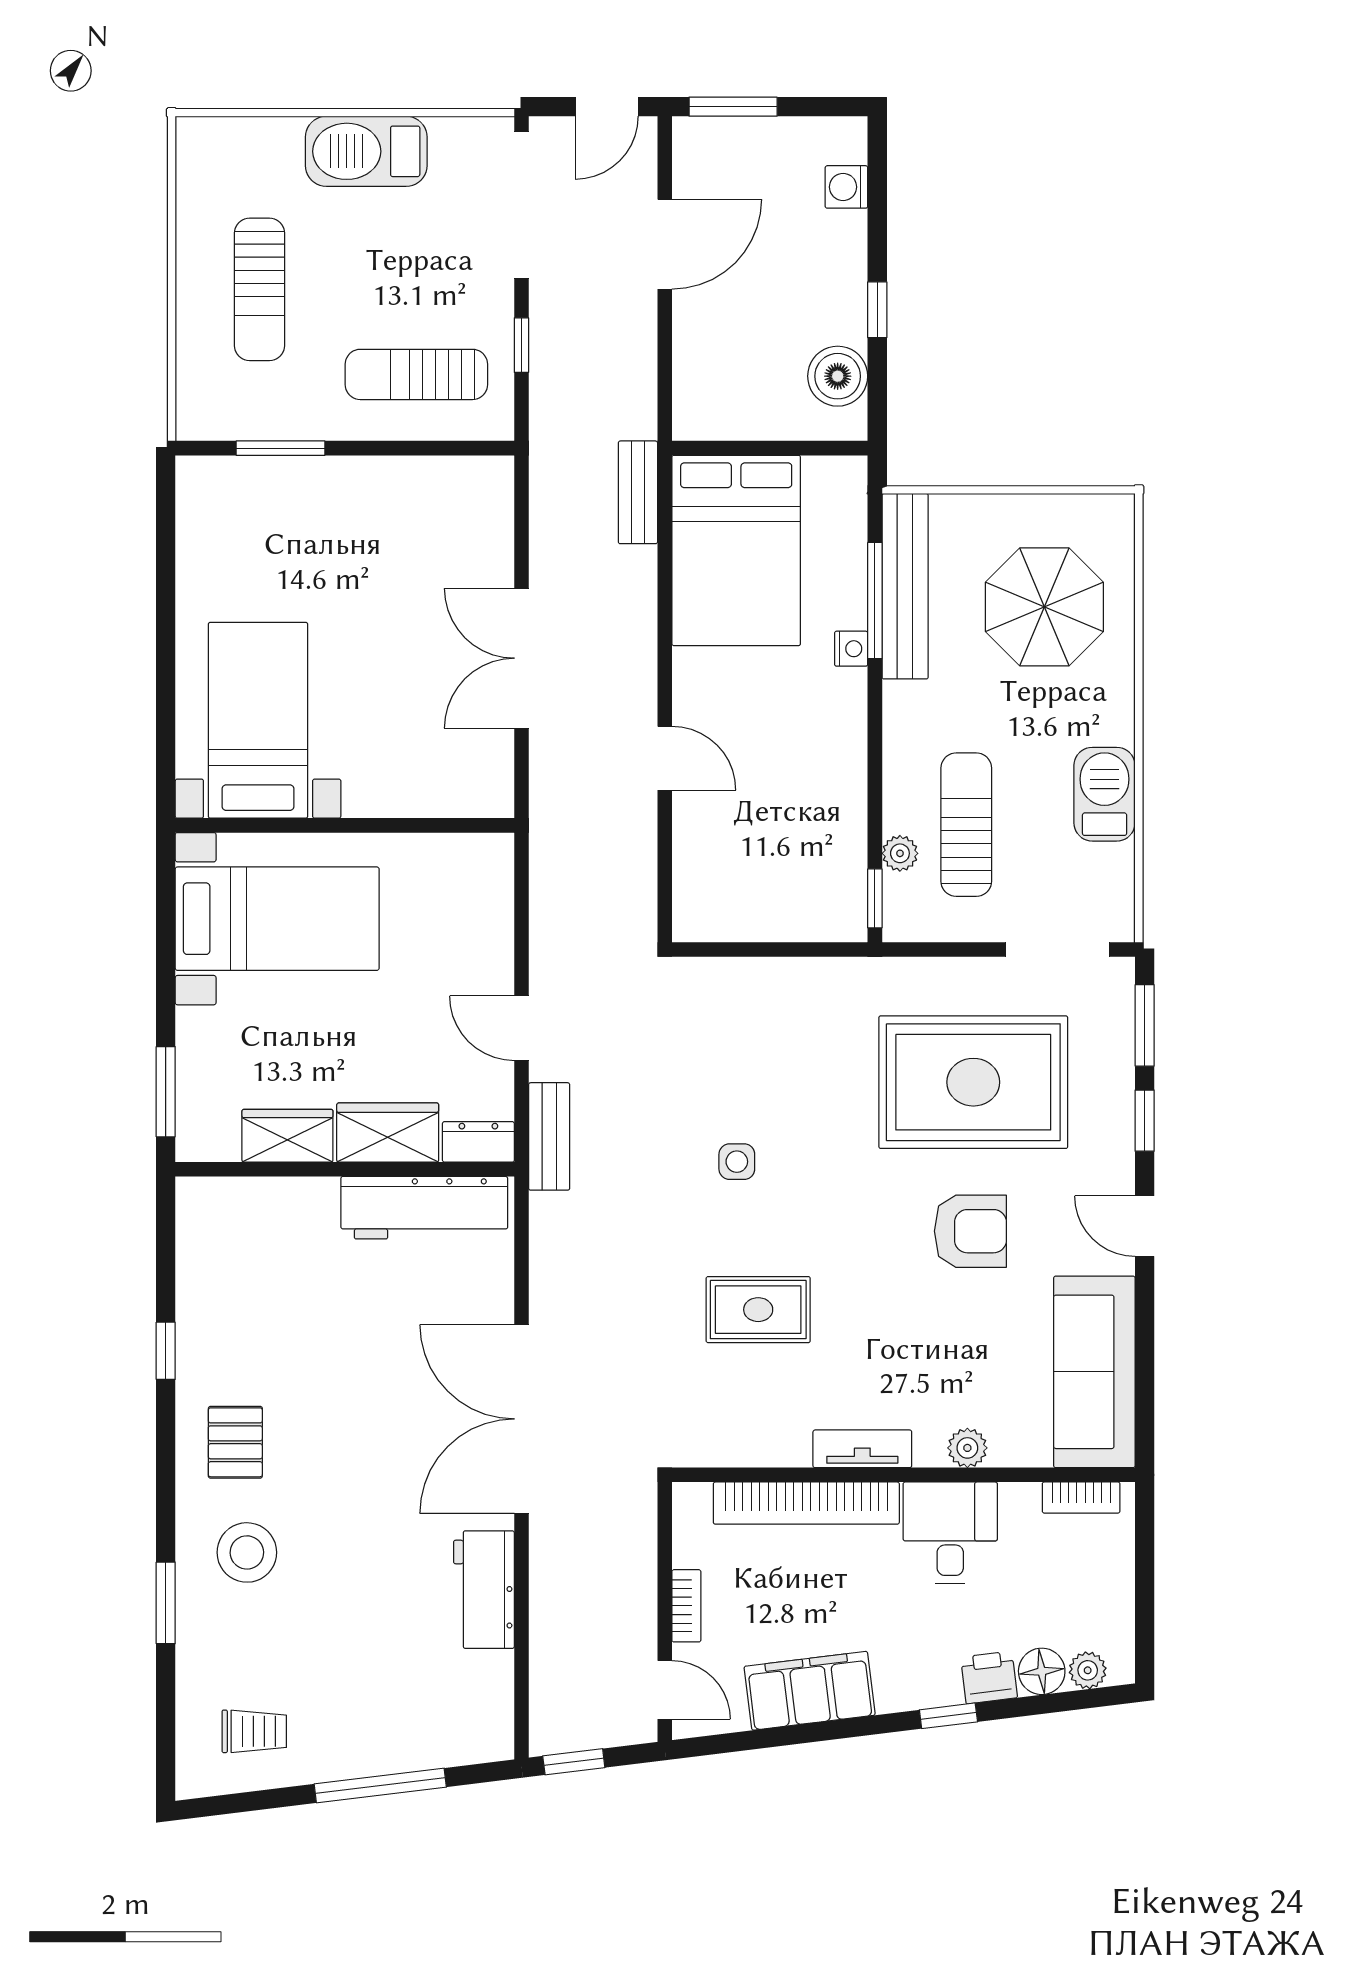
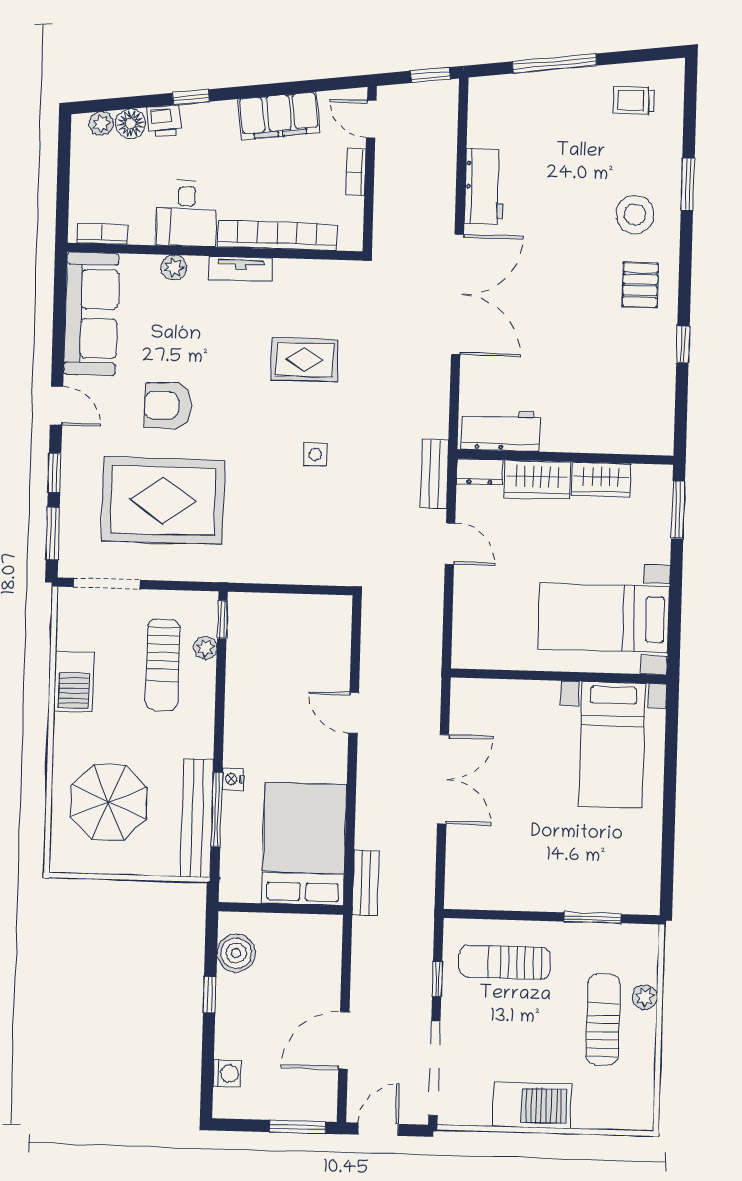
plant: (195, 326) -> (645, 997), added
sun lounger: (416, 374) -> (505, 962), turned 180
workbench: (424, 1208) -> (501, 431), width x0.73

